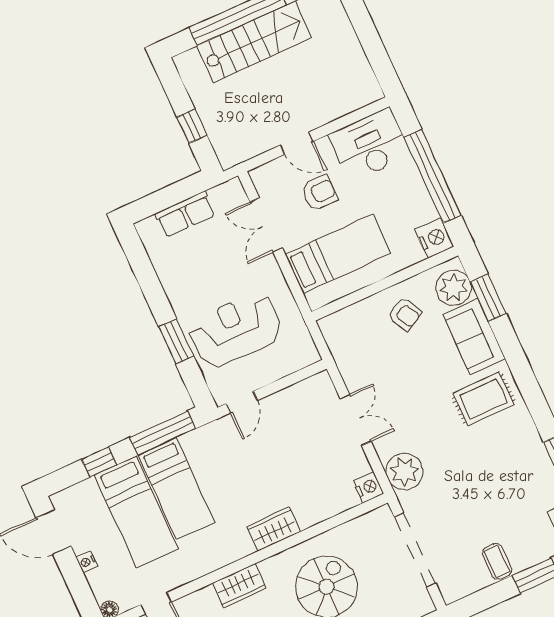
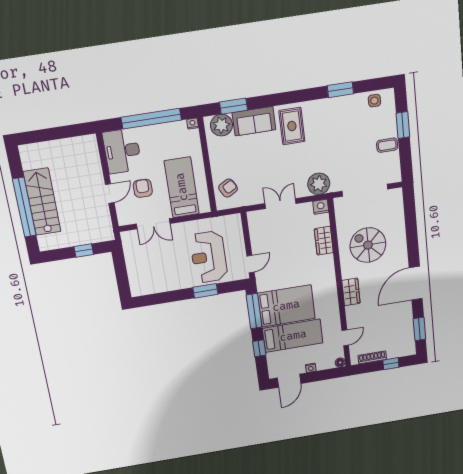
row of seats: (185, 214) -> (134, 267), removed
nightstand: (434, 238) -> (193, 124), width x0.53, depth x0.56
armchair: (405, 314) -> (228, 188), moved
door: (242, 402) -> (250, 264), hinge flipped
bed: (176, 489) -> (286, 306), width x1.50
wardrobe: (274, 529) -> (324, 241), moved

